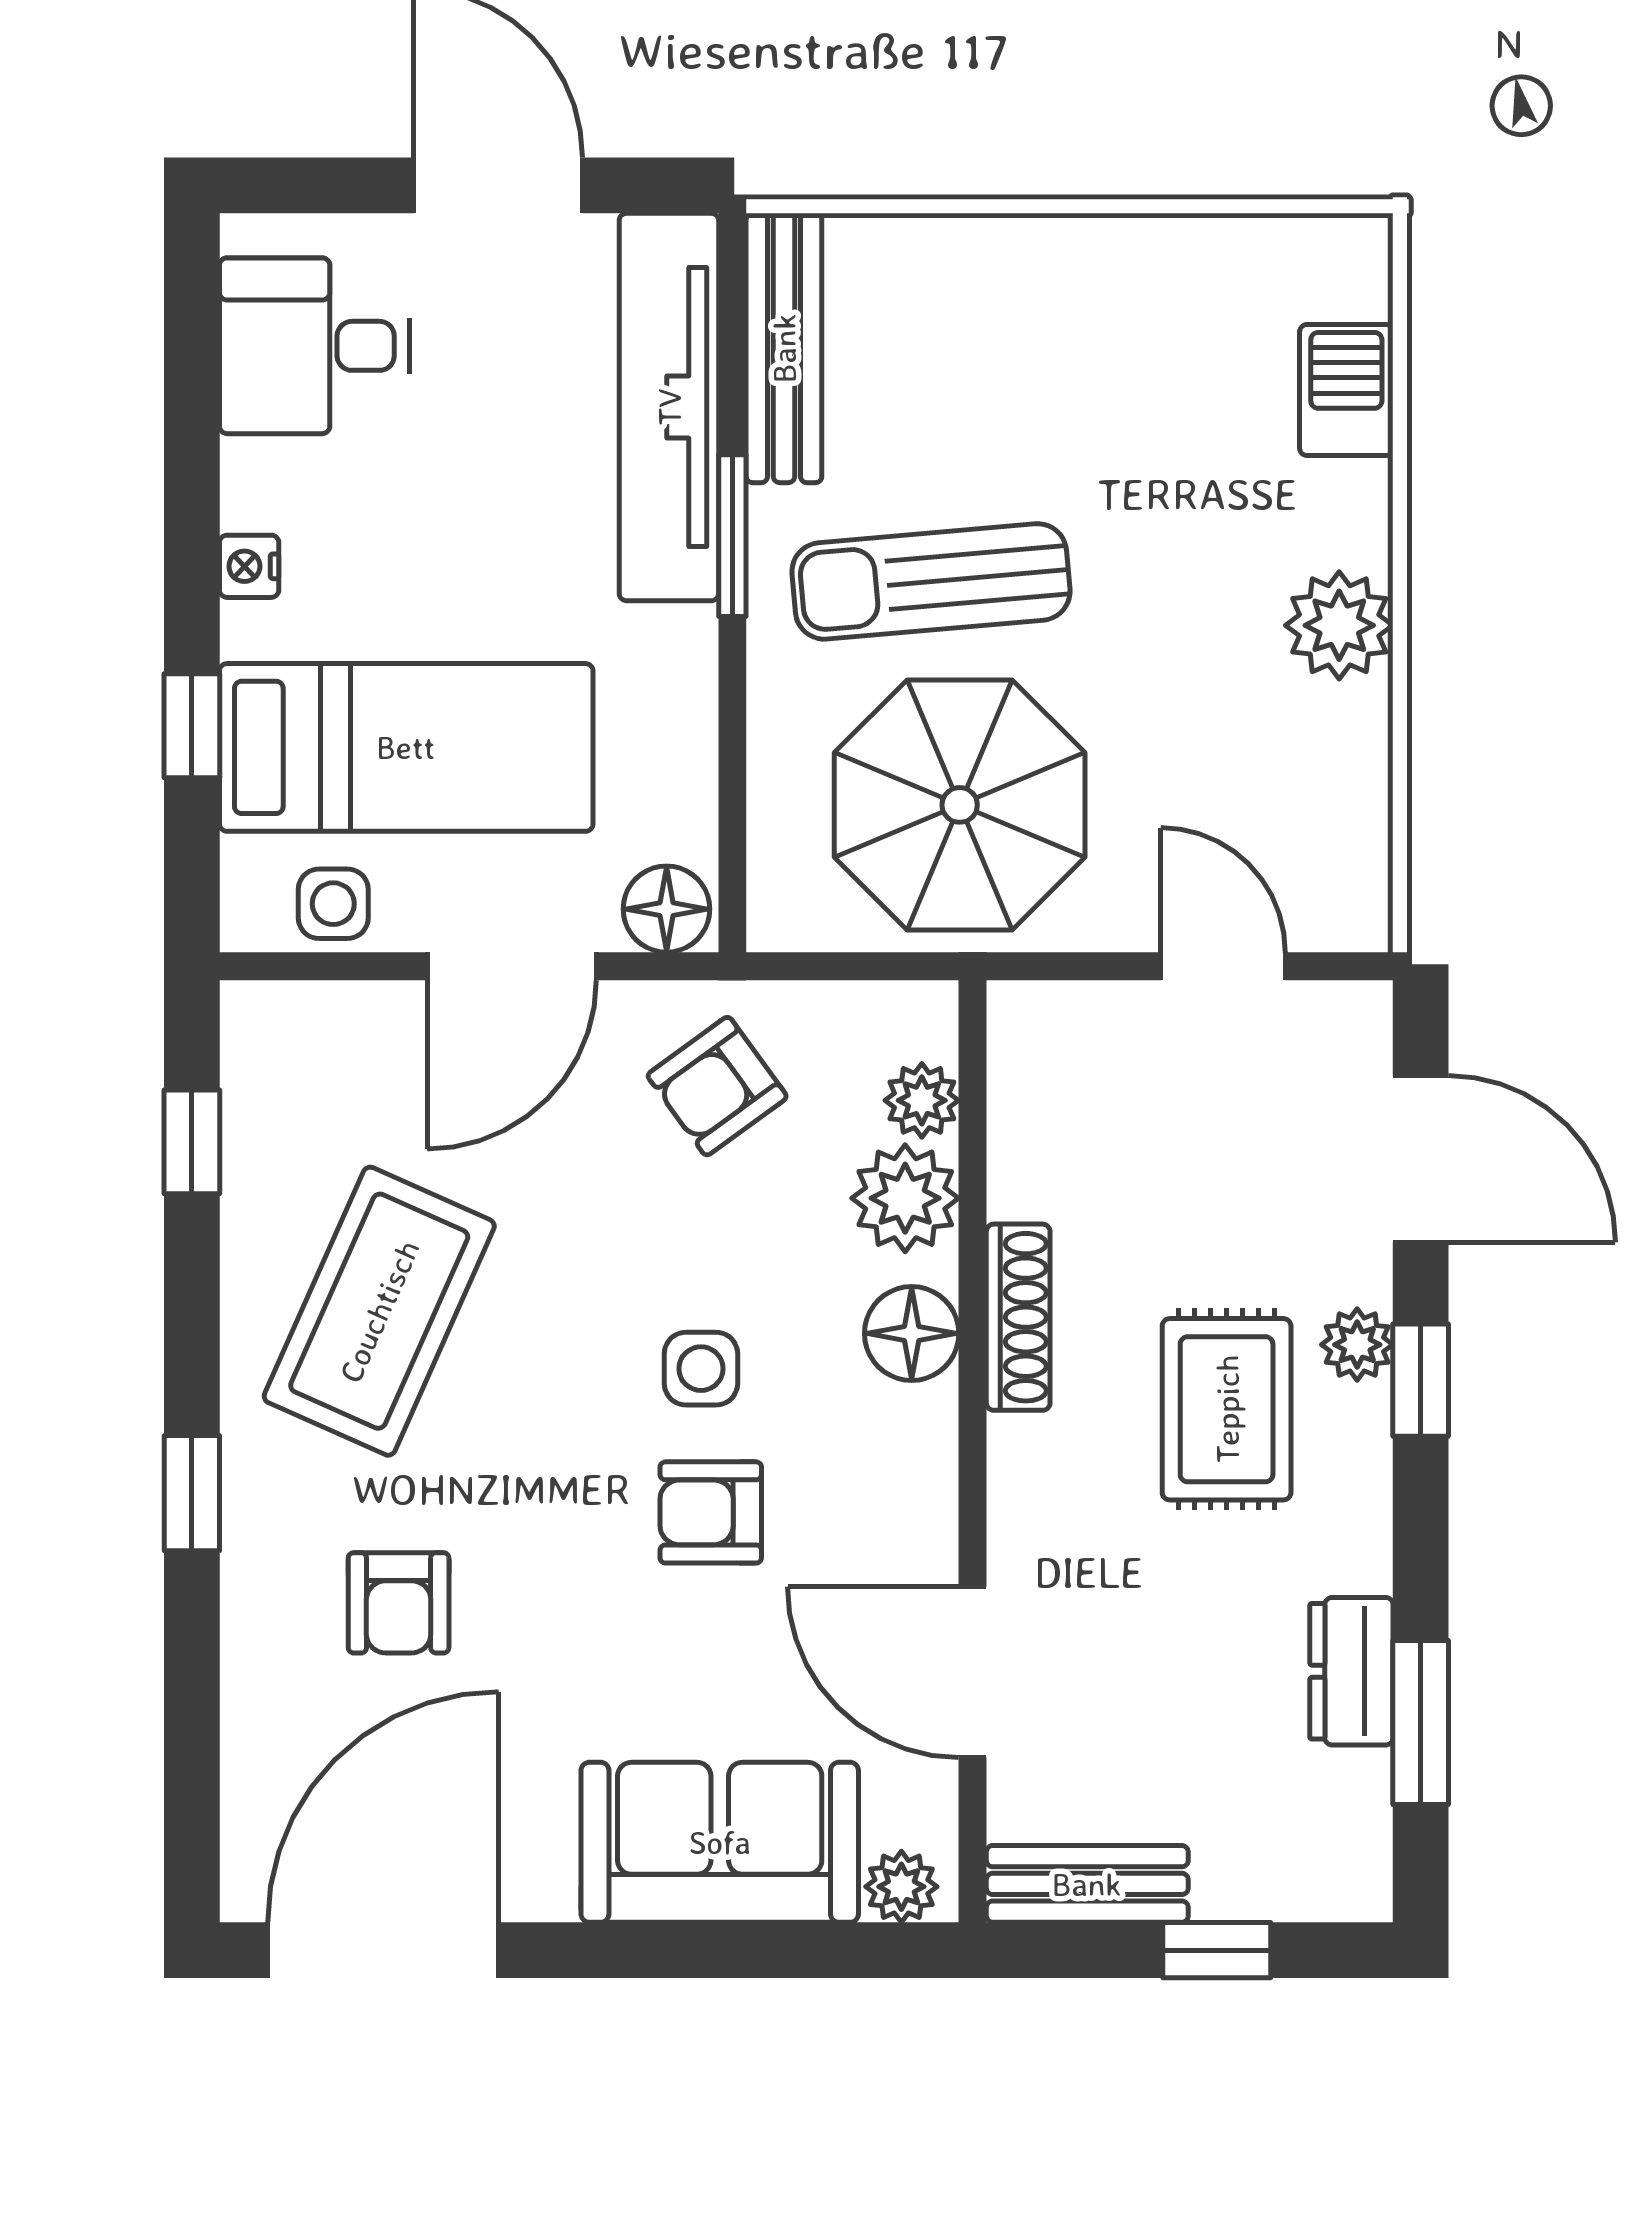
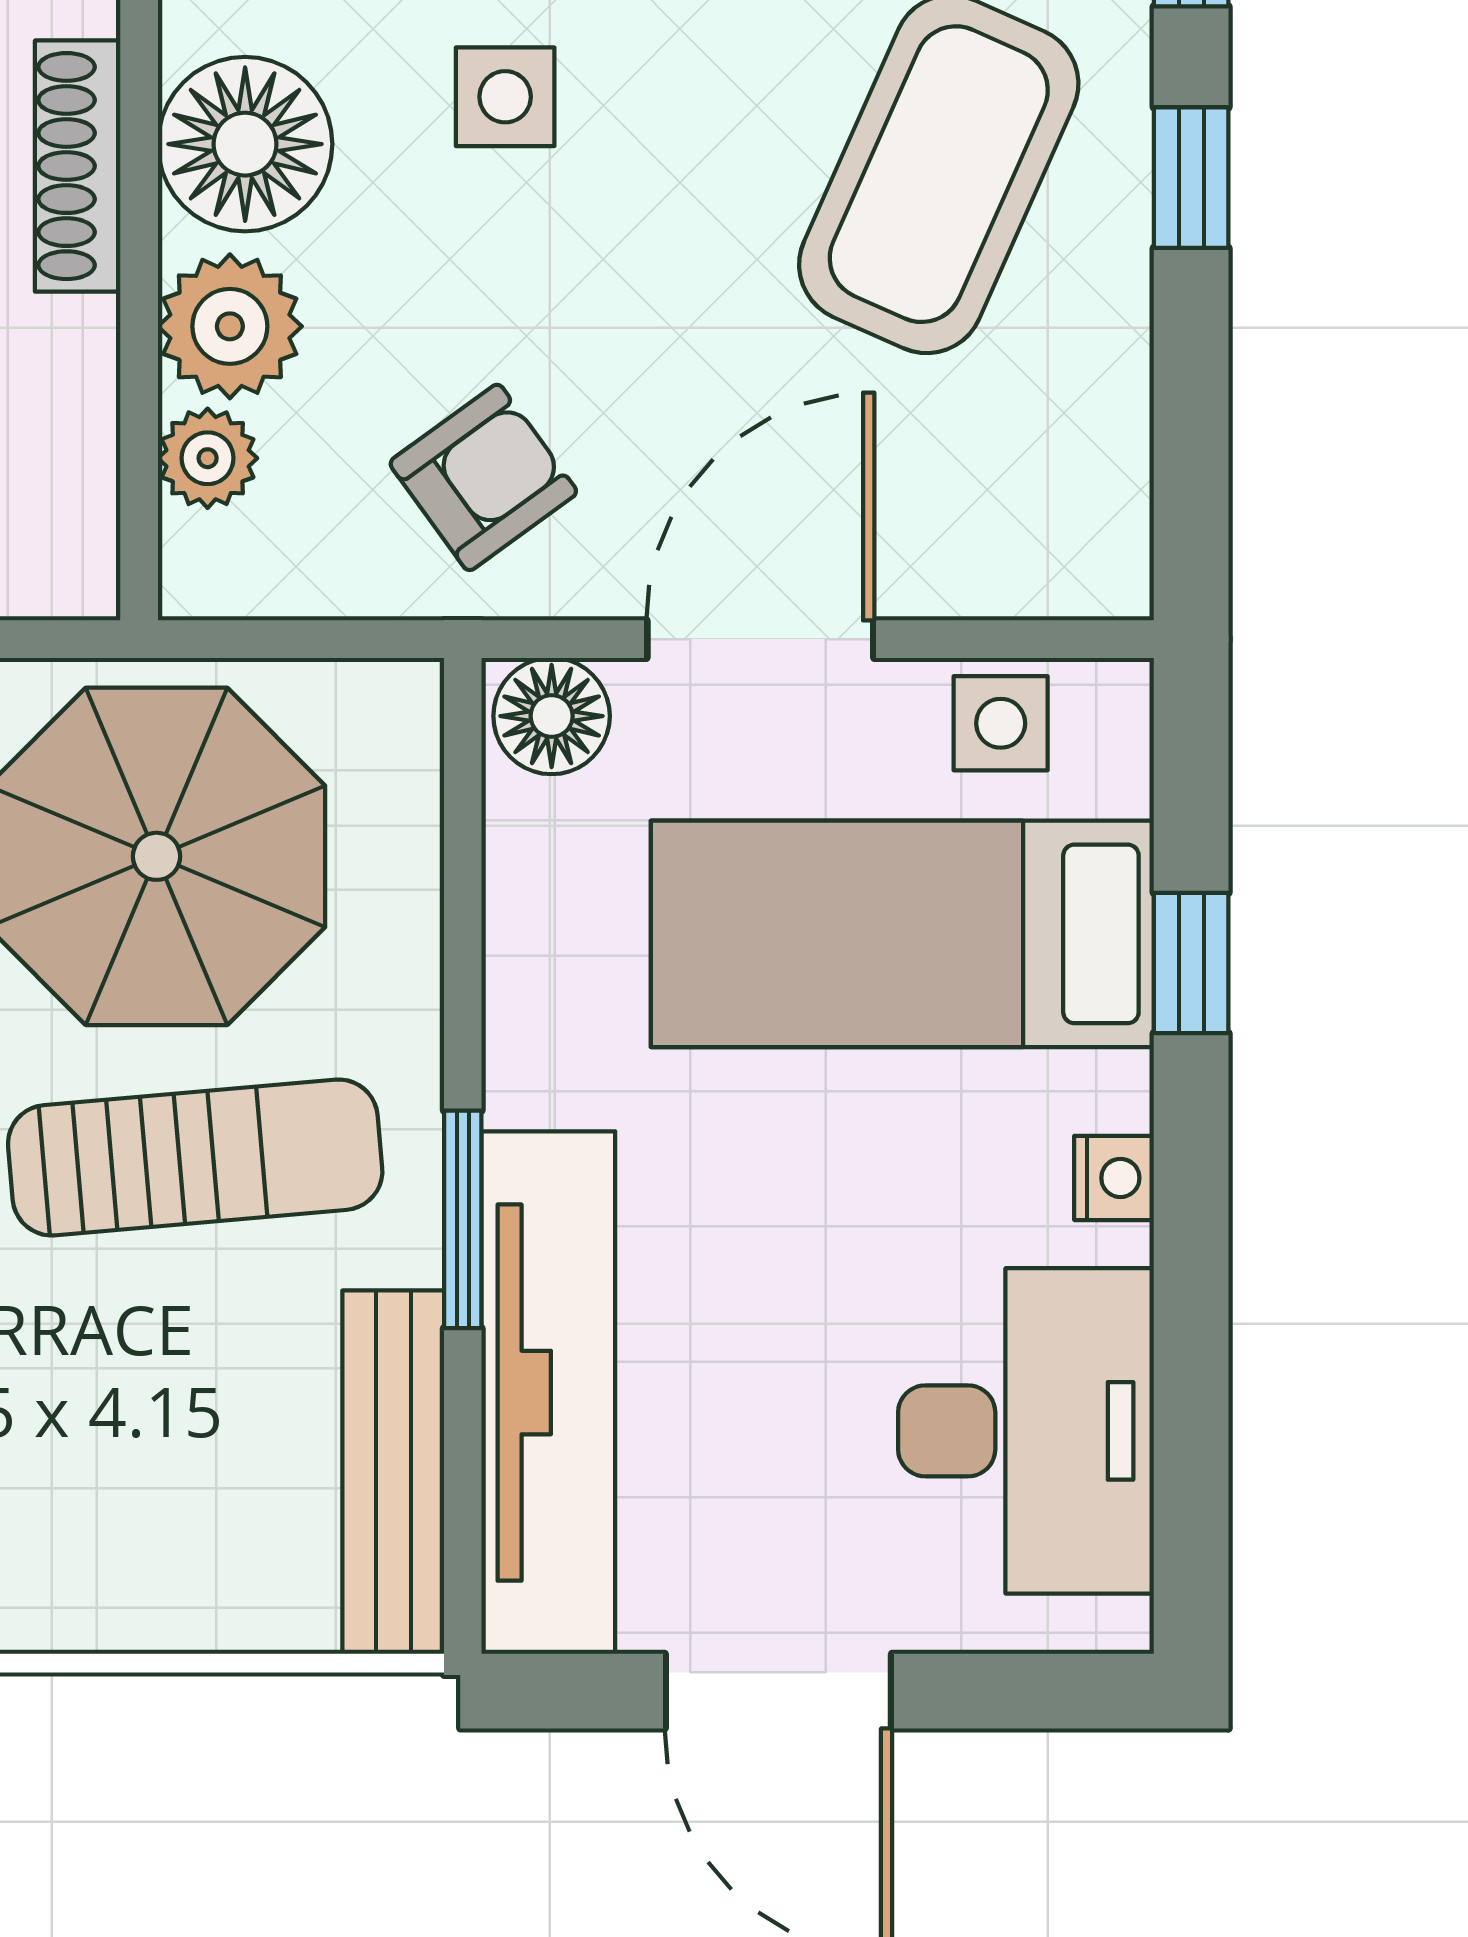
desk: (314, 346) -> (1026, 1431), width x1.37
window: (192, 1142) -> (1191, 178), moved
floor lamp: (912, 1333) -> (245, 144), width x1.38, depth x1.38

